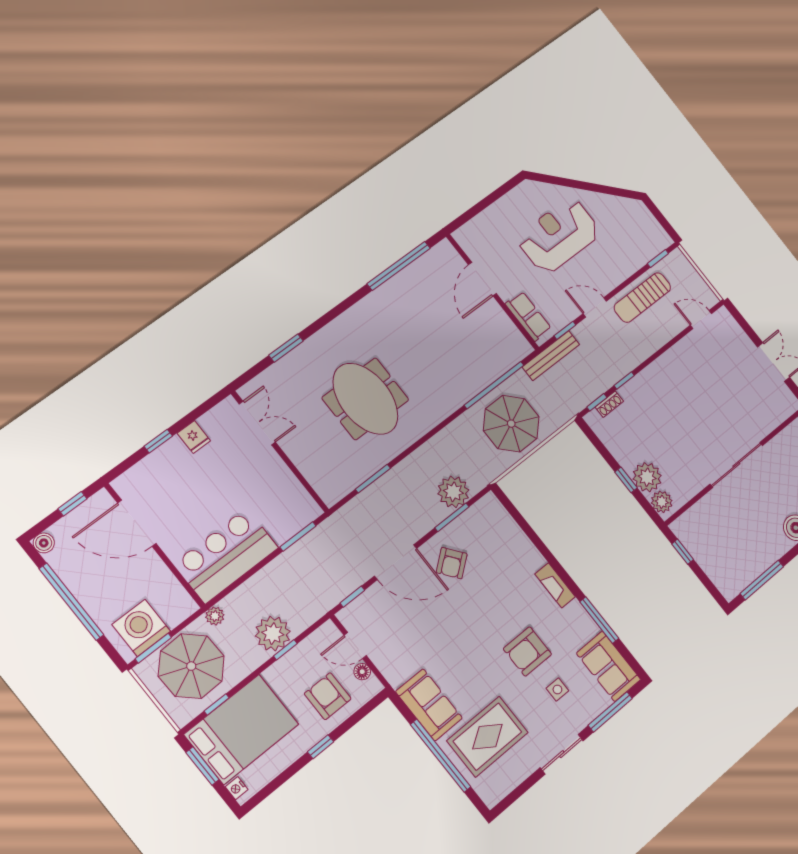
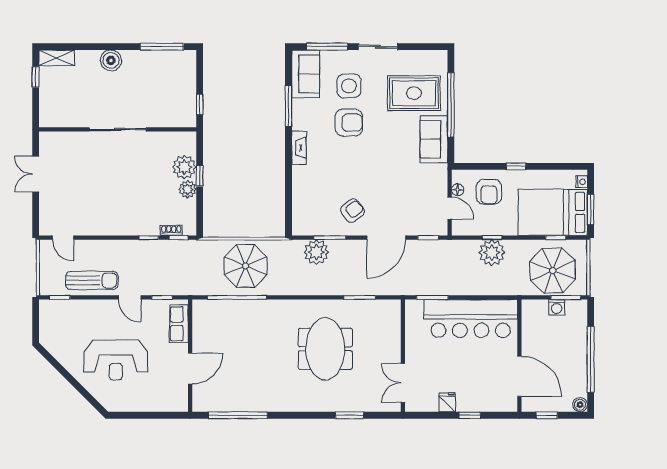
bench: (551, 356) -> (185, 289), removed
plant: (662, 502) -> (188, 189), moved
bar counter: (226, 556) -> (471, 319), width x1.36
door: (396, 562) -> (386, 238), swing flipped
plant: (215, 616) -> (517, 289), removed
washing machine: (141, 628) -> (557, 307), width x0.53, depth x0.53
side table: (557, 690) -> (349, 86), width x1.87, depth x1.87

